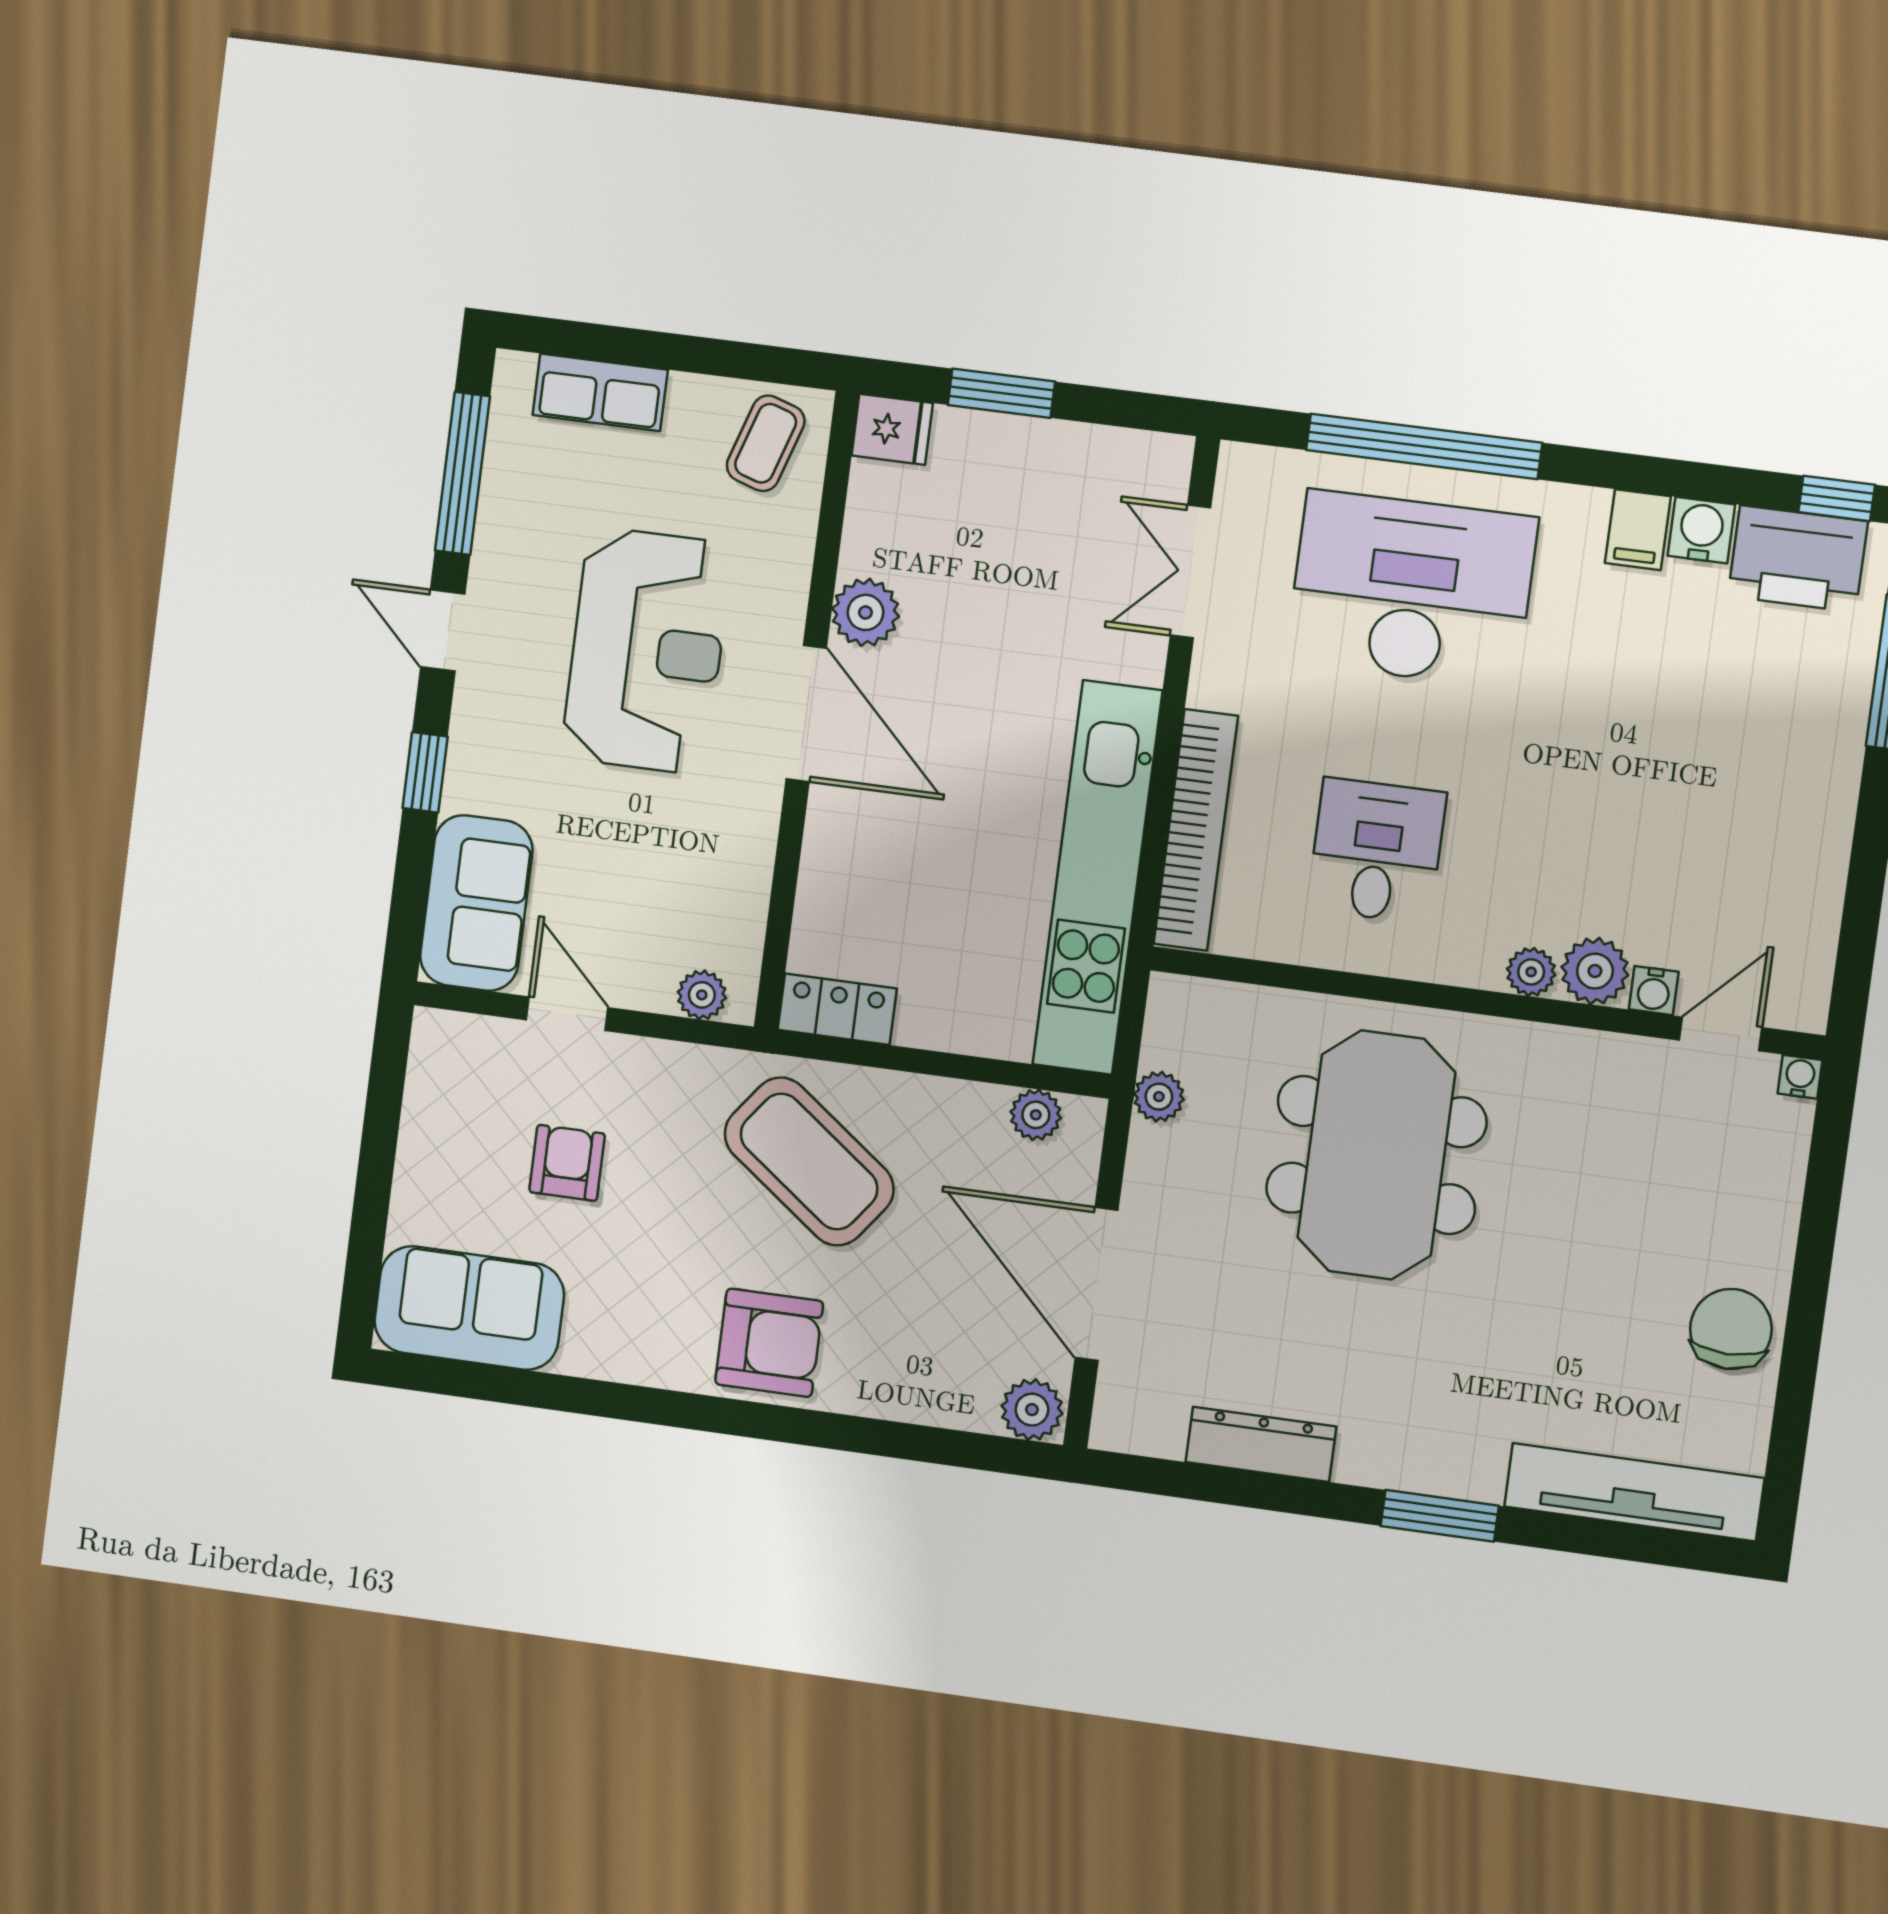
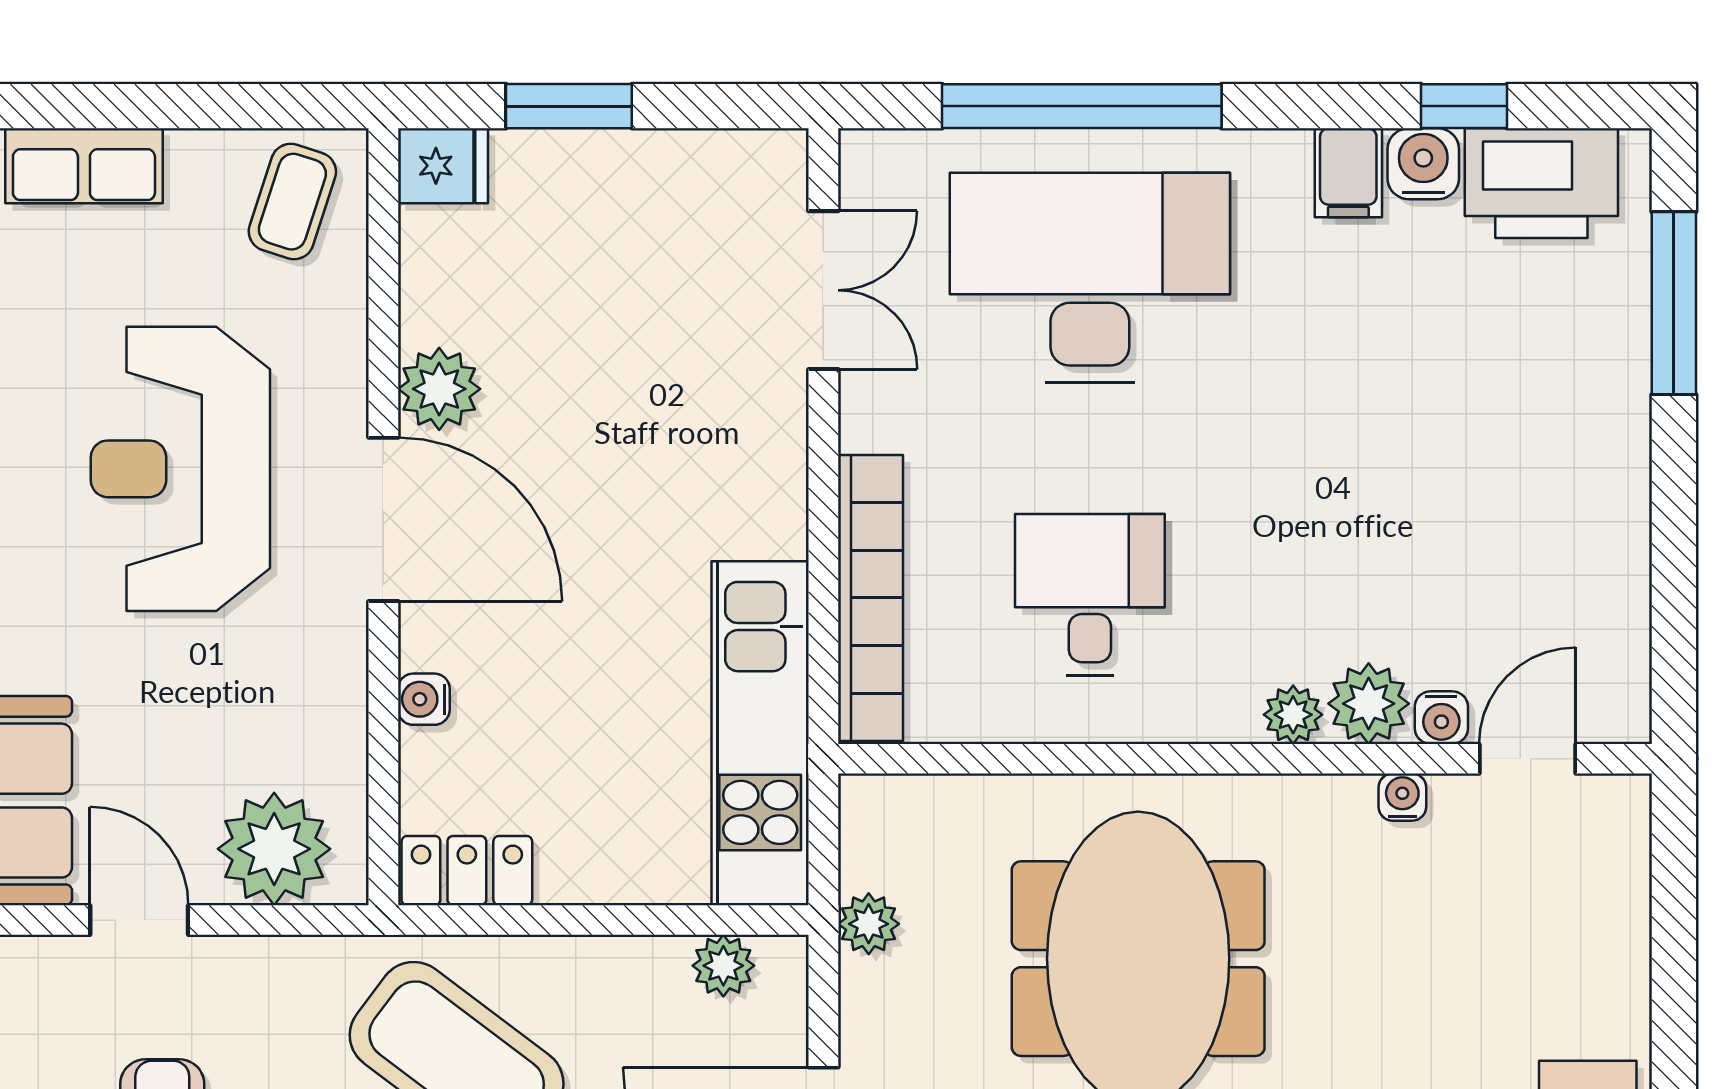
window: (1837, 498) -> (1464, 106), moved
double door: (1191, 572) -> (823, 290), swing flipped
reception desk: (647, 651) -> (180, 469), turned 180
water cooler: (820, 865) -> (424, 699), added
kitchen unit: (1098, 878) -> (760, 733), width x0.73
plant: (702, 995) -> (274, 849), width x1.87, depth x1.87
water cooler: (1800, 1077) -> (1402, 797), moved

